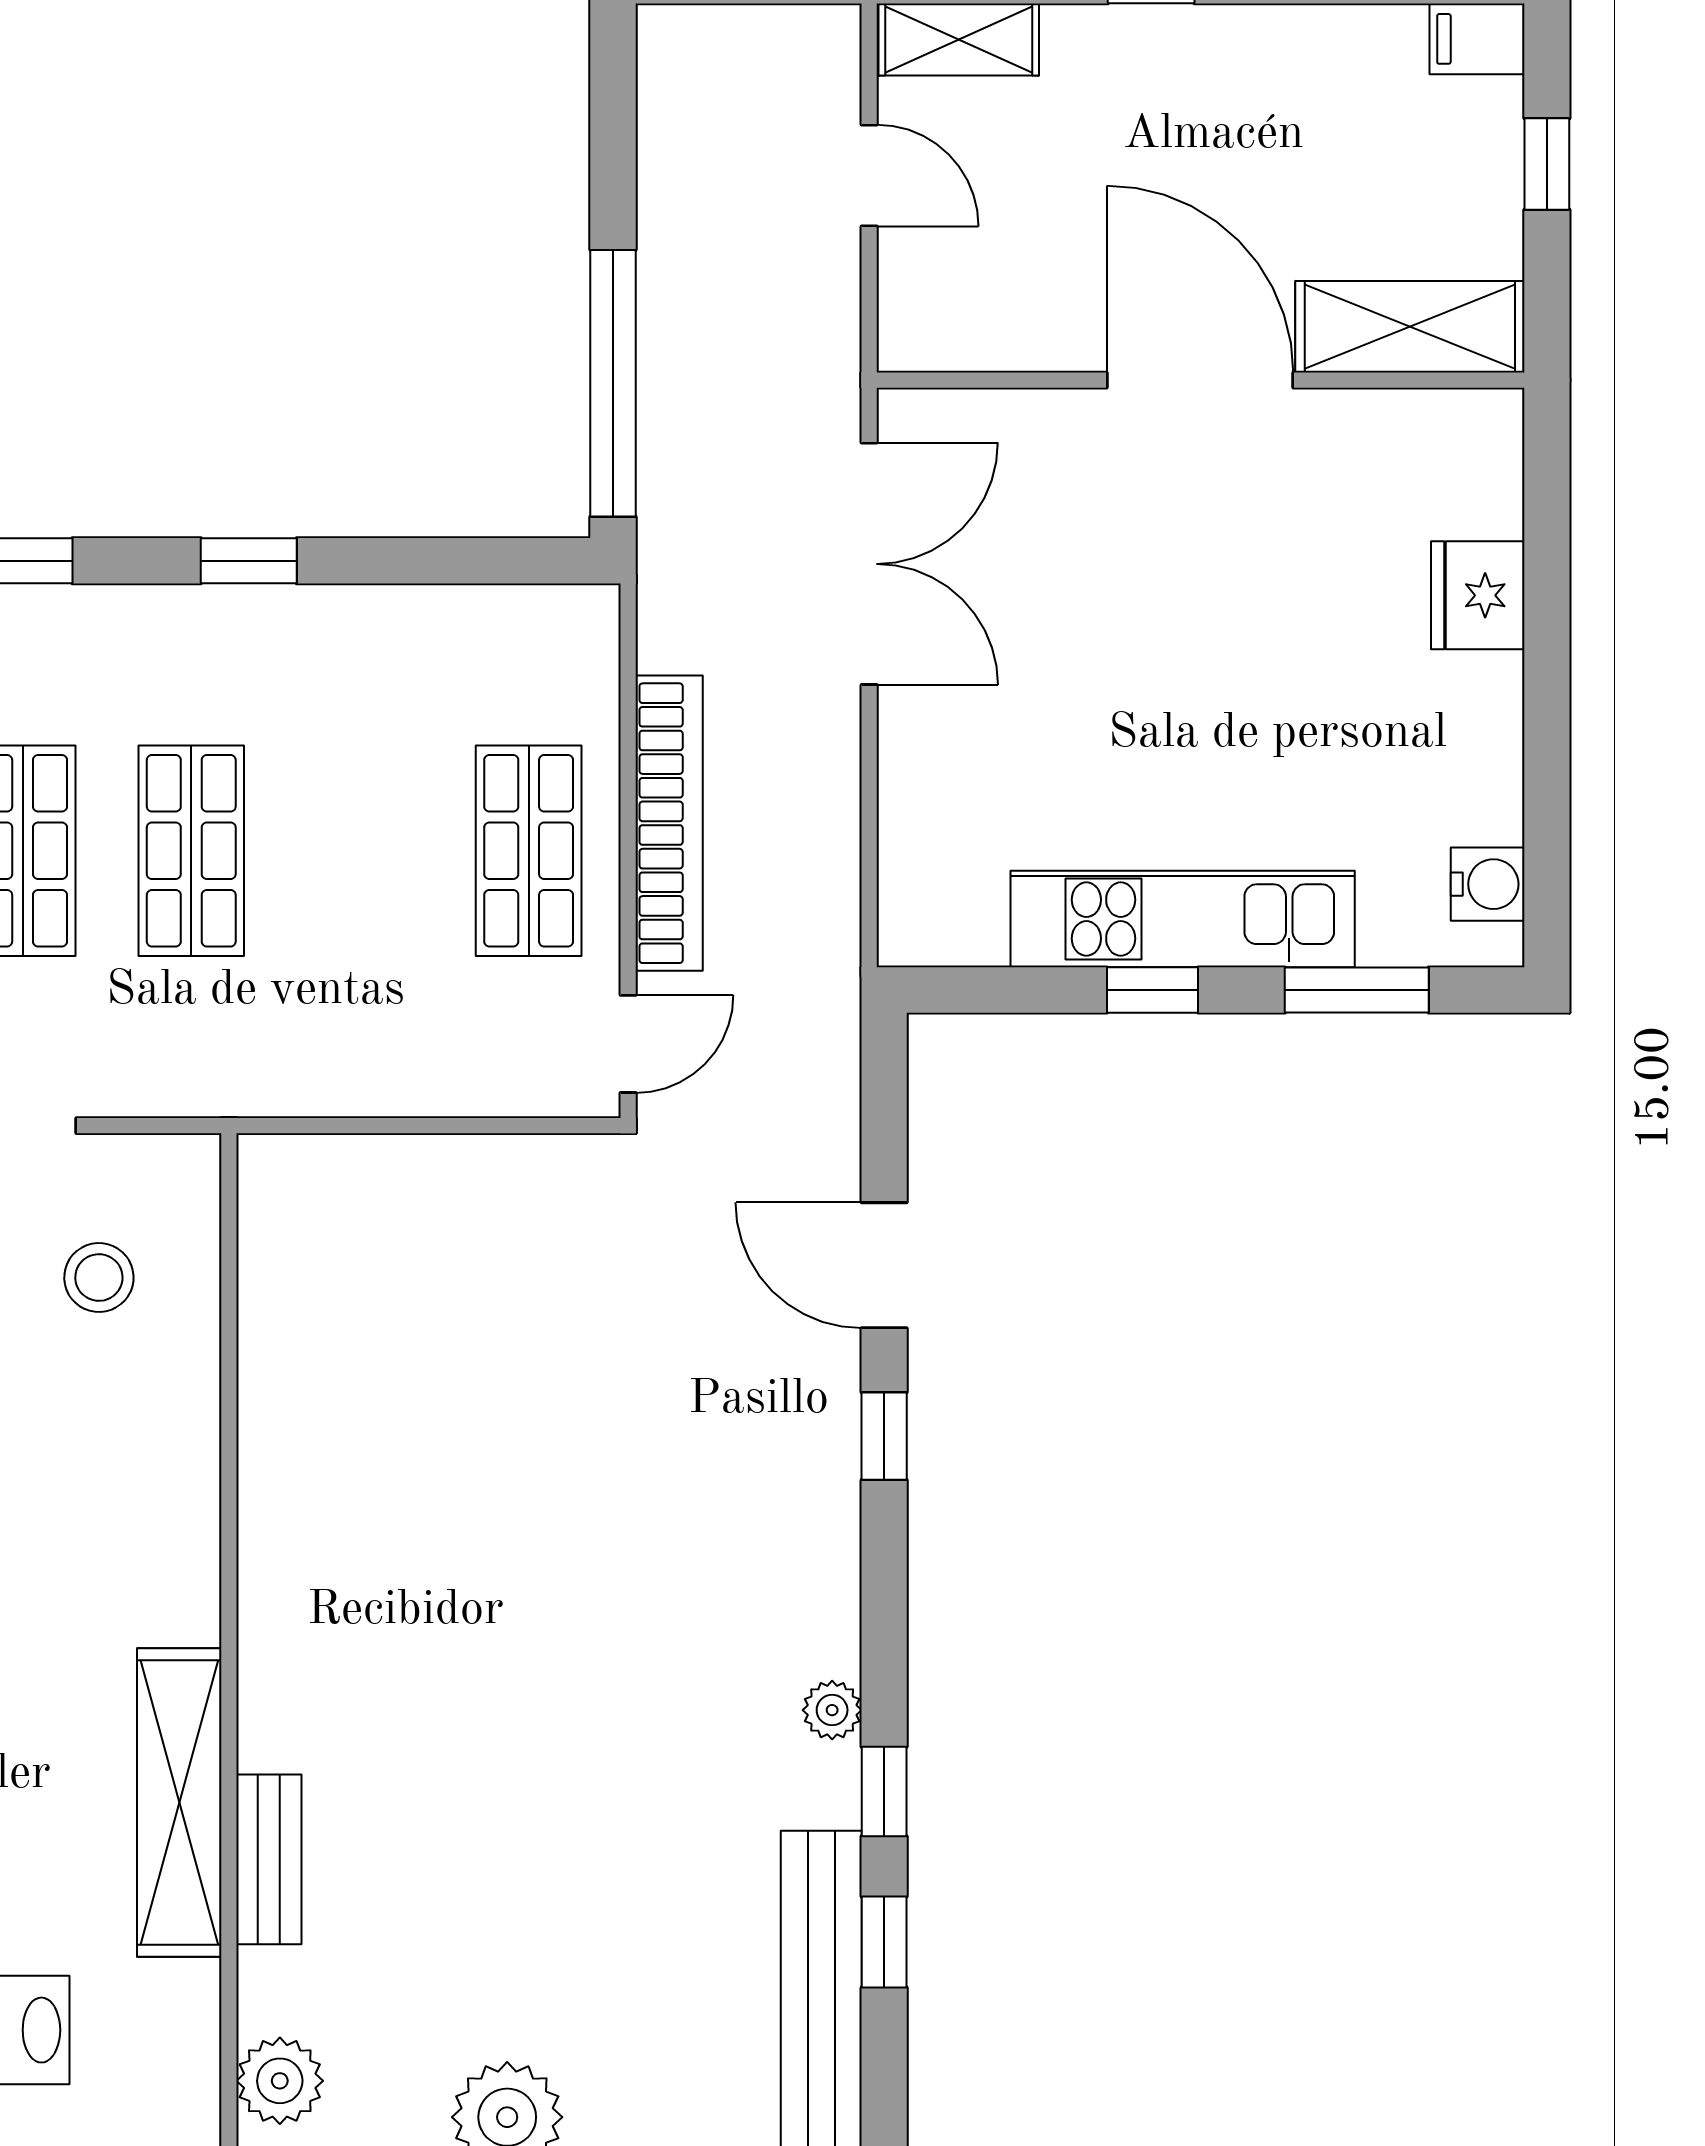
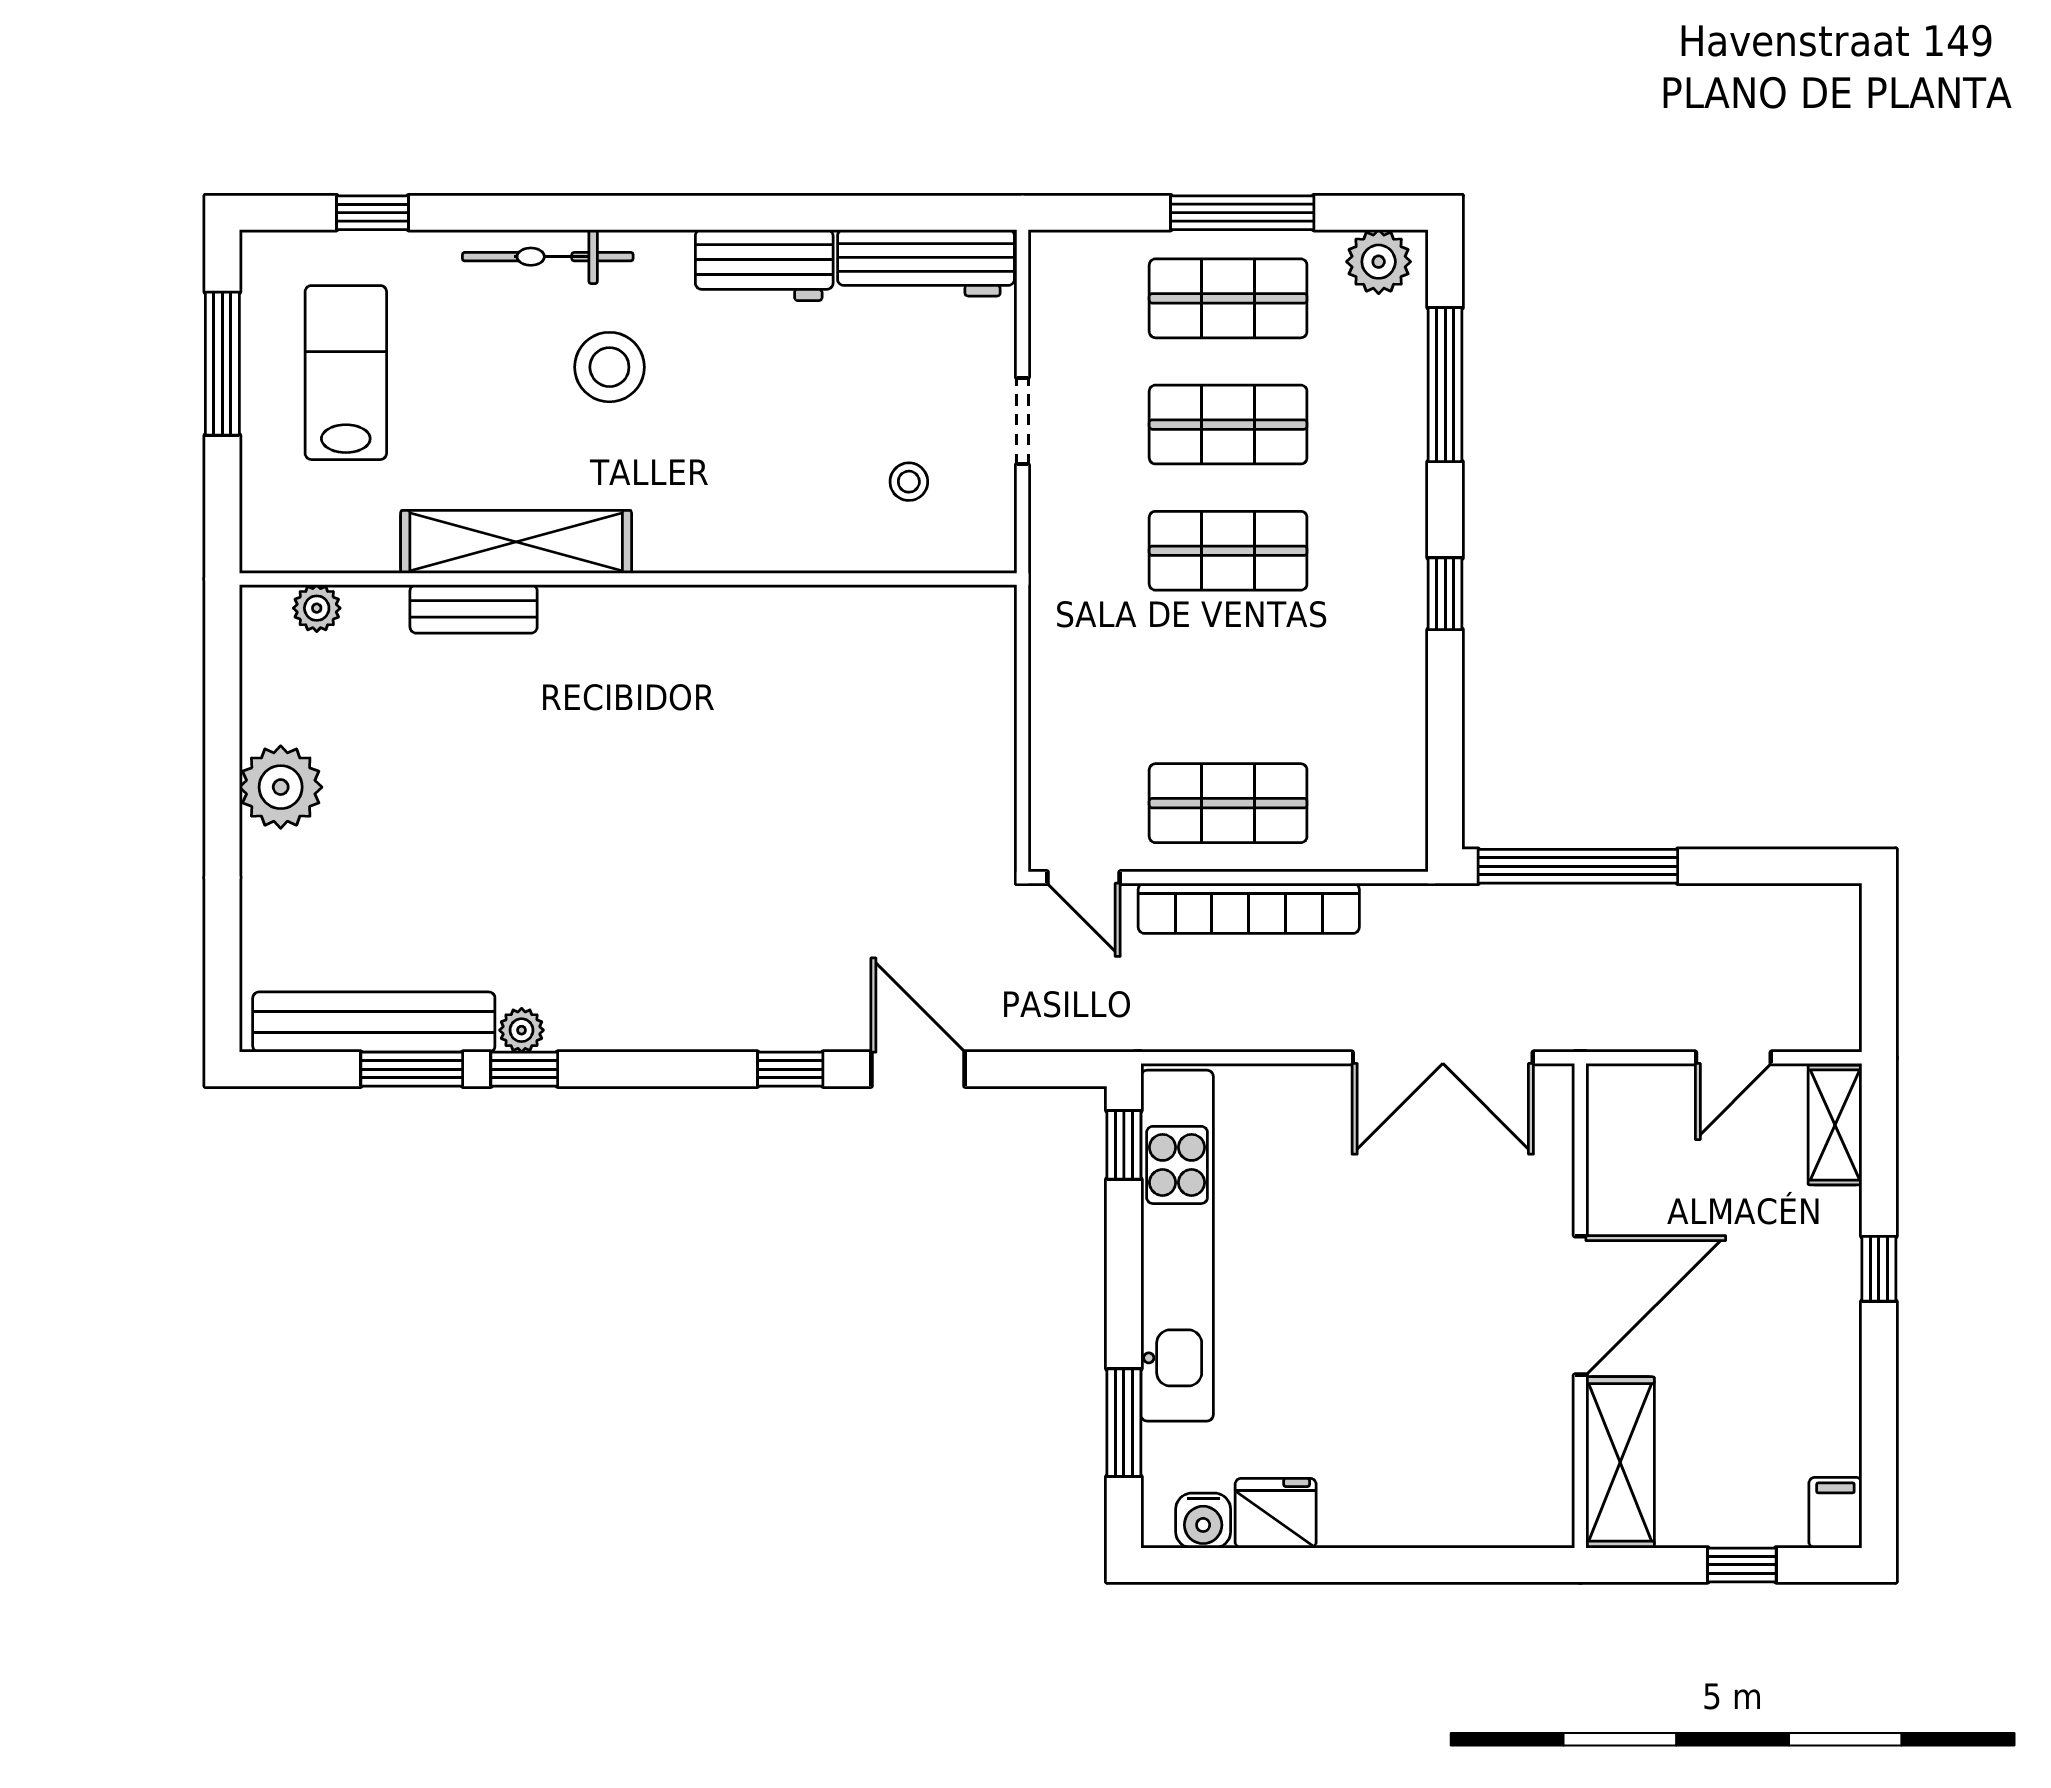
fridge: (1478, 595) -> (1276, 1513), moved
kitchen unit: (1183, 919) -> (1177, 1246), width x1.36
window: (1152, 990) -> (1124, 1145), moved
door: (884, 1265) -> (918, 1069), hinge flipped
stool: (99, 1278) -> (909, 482), width x0.73, depth x0.73
plant: (832, 1710) -> (522, 1030), moved
window: (884, 1942) -> (412, 1069), width x1.50
plant: (280, 2081) -> (317, 608), width x0.73, depth x0.73

